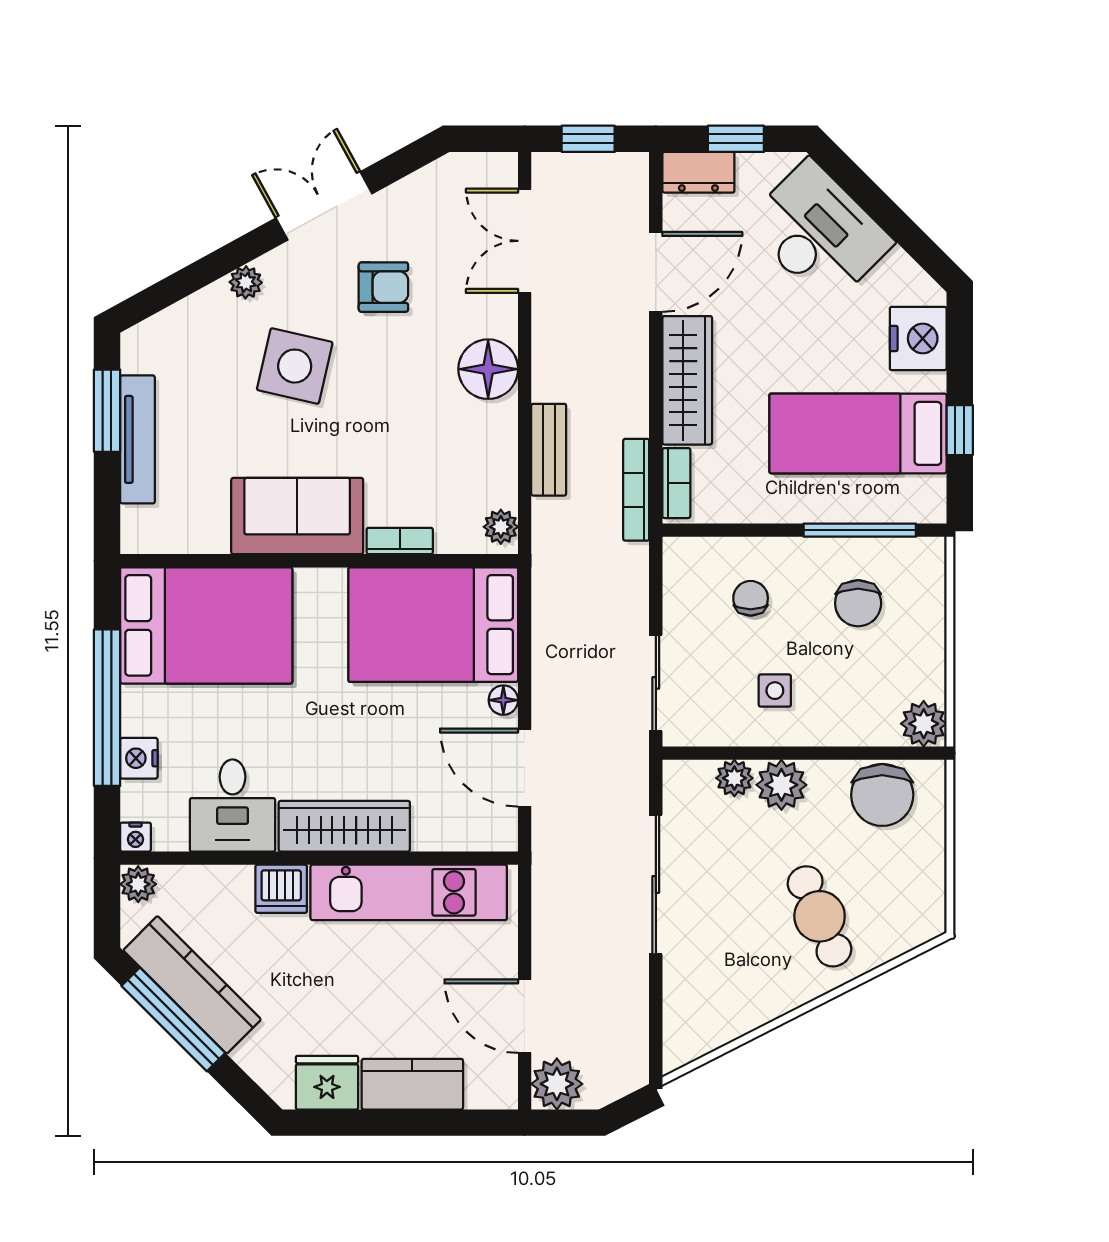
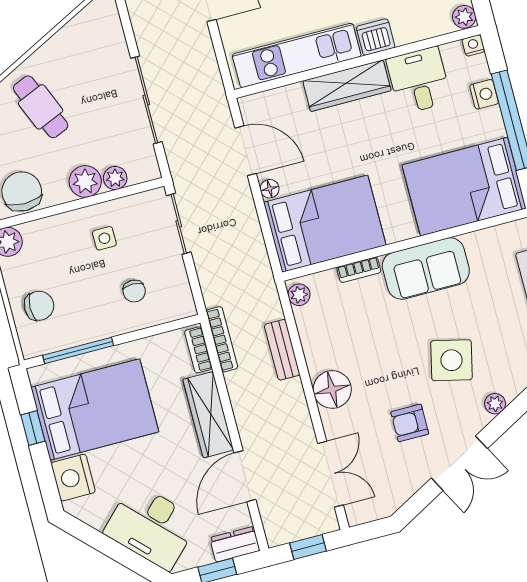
bed: (858, 433) -> (95, 410), width x1.50
chair: (858, 603) -> (39, 306), moved, turned 90

